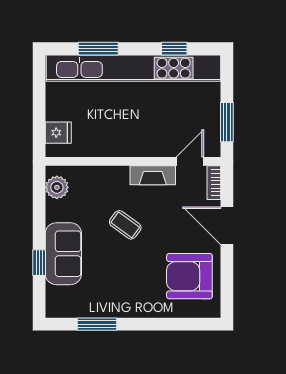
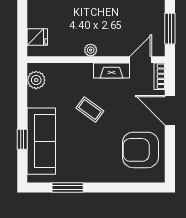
plant: (126, 149) -> (91, 50), added
sofa: (63, 254) -> (41, 141), width x1.36

